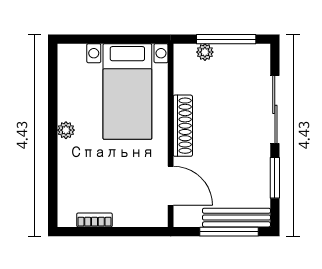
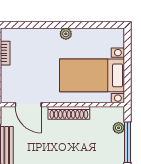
door: (171, 186) -> (28, 105), hinge flipped

